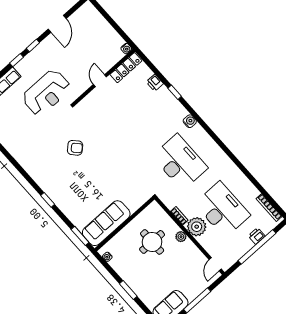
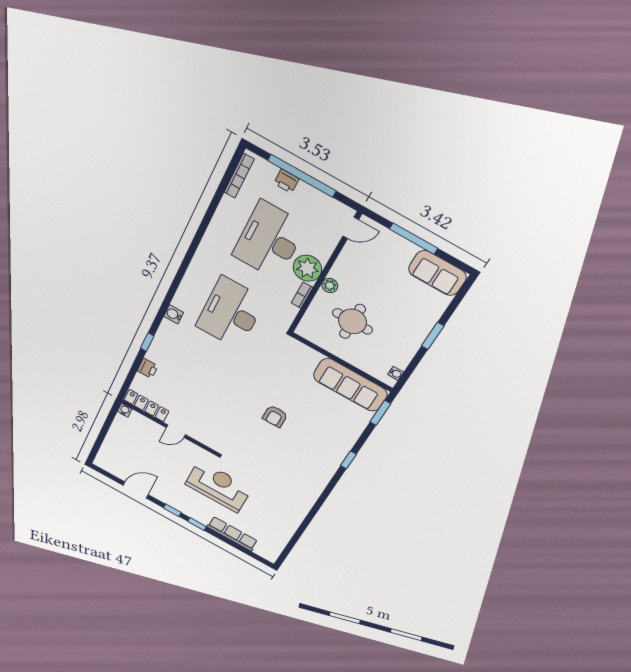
armchair: (75, 148) -> (275, 416), moved, turned -137

